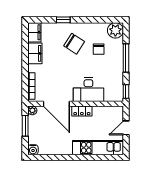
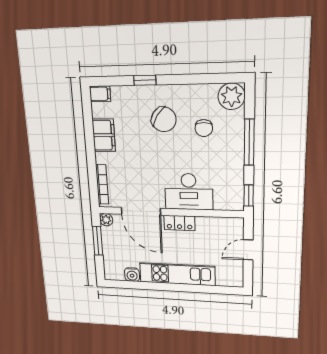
filing cabinet: (34, 32) -> (100, 94), width x0.50
kitchen unit: (98, 148) -> (177, 274), moved
water cooler: (33, 150) -> (132, 275), moved

